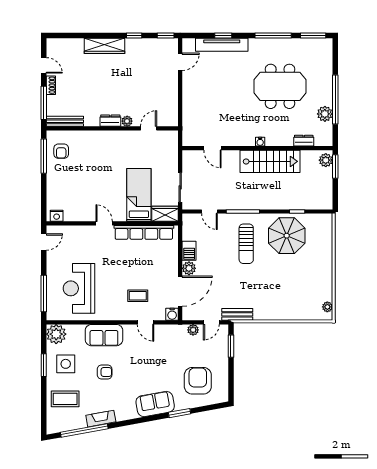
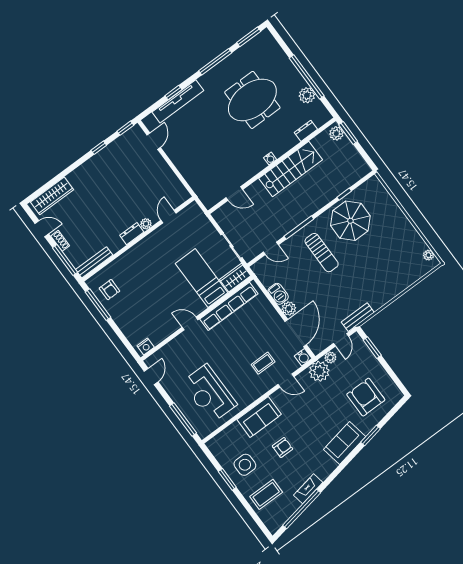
wardrobe: (105, 46) -> (52, 196), moved
plant: (56, 334) -> (319, 371), moved

